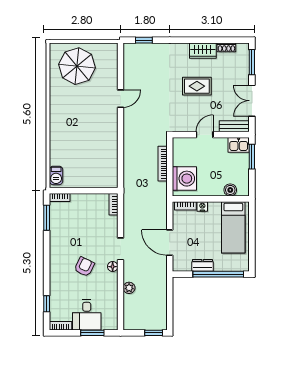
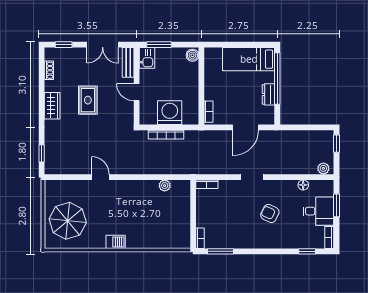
wardrobe: (203, 51) -> (52, 106), moved
window: (252, 62) -> (64, 45), width x0.67
plant: (112, 162) -> (165, 186), added
barbecue: (56, 175) -> (116, 242), moved
washing machine: (184, 179) -> (170, 113), moved
boiler: (230, 190) -> (192, 55), moved
nightstand: (202, 206) -> (209, 95), removed
bed: (233, 227) -> (249, 59), moved, turned 180
floor lamp: (113, 267) -> (303, 185), moved
plant: (129, 288) -> (323, 168), moved

